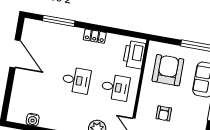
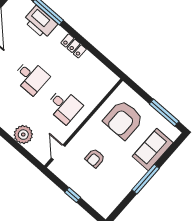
printer: (134, 55) -> (40, 22), moved, turned -90
armchair: (168, 70) -> (123, 120), turned 180

